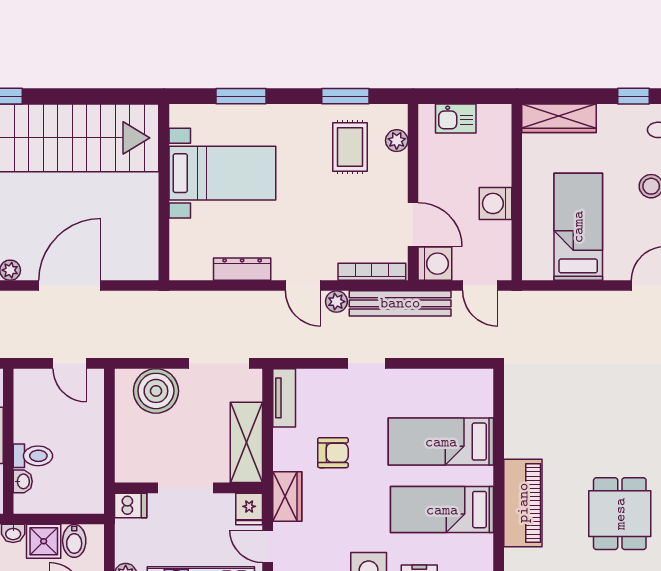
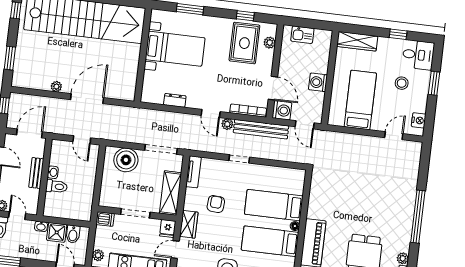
window: (345, 96) -> (245, 16), width x0.67
rug: (350, 147) -> (244, 43), width x1.36, depth x1.43
dresser: (242, 269) -> (175, 100), width x0.70
armchair: (333, 453) -> (216, 204), turned -86
floor lamp: (485, 476) -> (295, 226), added
washbasin: (23, 481) -> (53, 172), moved
door: (268, 546) -> (175, 250), hinge flipped

